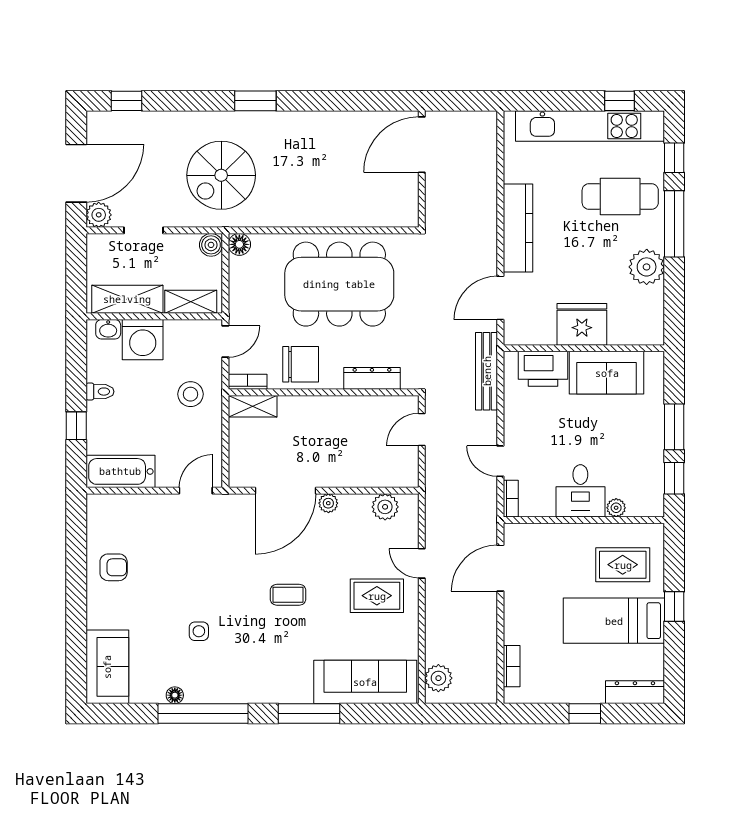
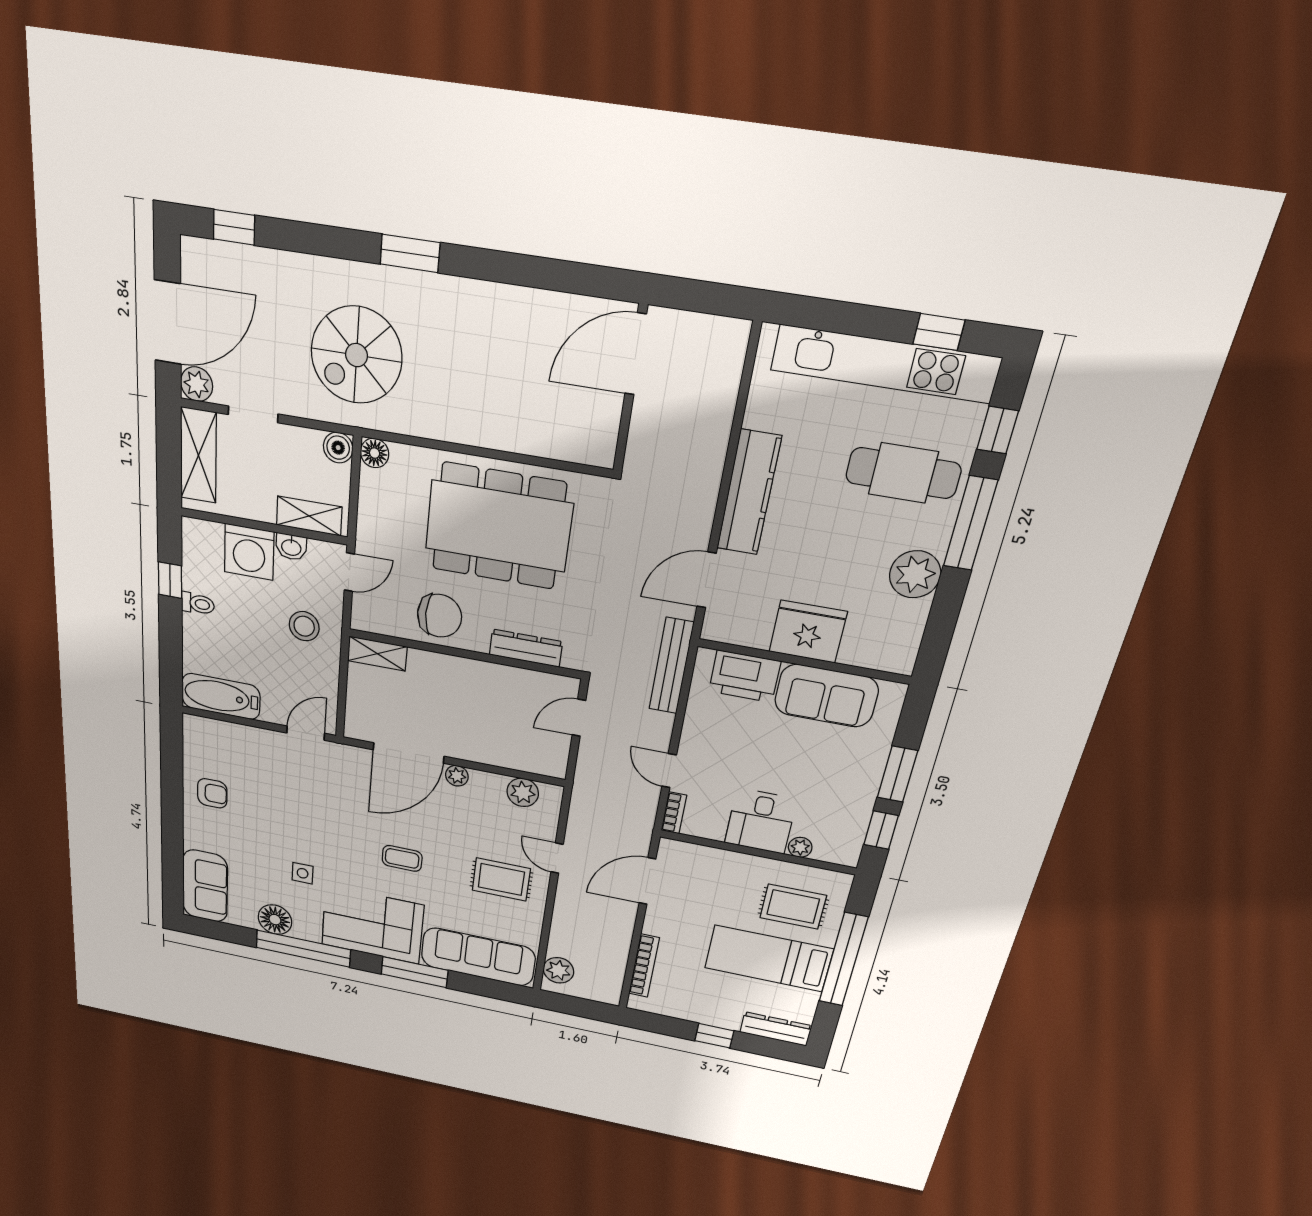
shelving: (127, 299) -> (198, 455), moved, turned 90
washbasin: (108, 329) -> (291, 547), moved
bookcase: (248, 382) -> (373, 624), removed
window: (76, 426) -> (170, 580), moved
window: (674, 606) -> (843, 960), width x3.17
bookcase: (512, 666) -> (644, 966), width x1.56
corner sofa: (266, 671) -> (372, 925), added
floor lamp: (175, 695) -> (275, 920), width x1.89, depth x1.89

